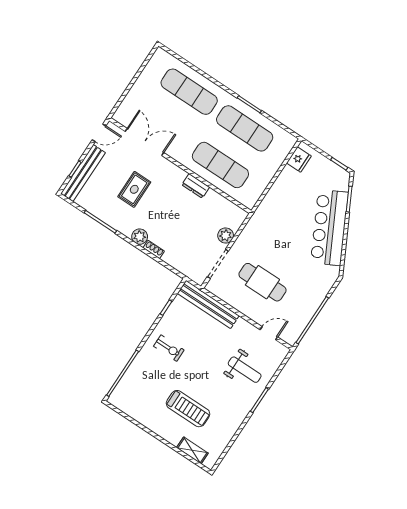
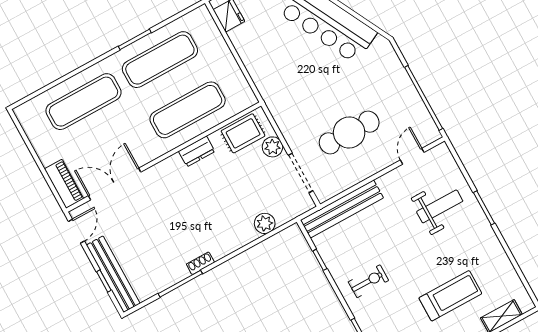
piano: (127, 108) -> (64, 184), added
rug: (134, 189) -> (243, 133), moved, turned 90
plant: (140, 237) -> (265, 223), moved
shoe rack: (154, 250) -> (200, 263), moved

